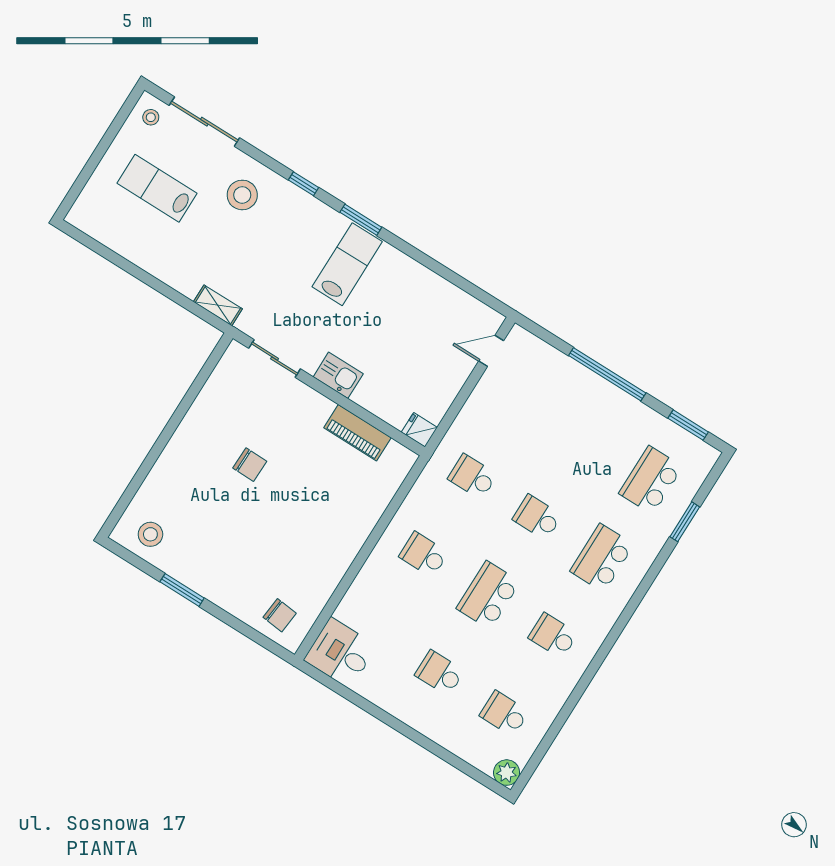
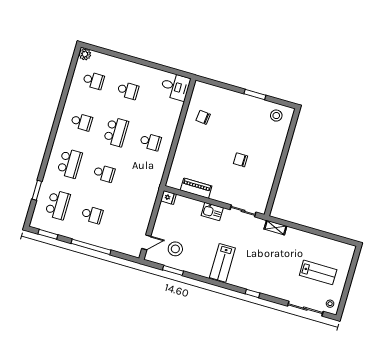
stool: (242, 195) -> (175, 249), moved
window: (361, 220) -> (173, 270), moved
school desk: (472, 477) -> (92, 215), moved
chair: (280, 615) -> (203, 117), moved

